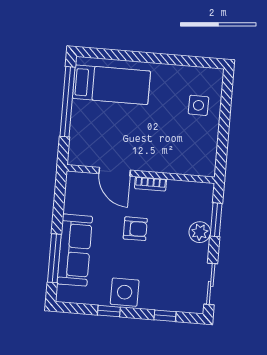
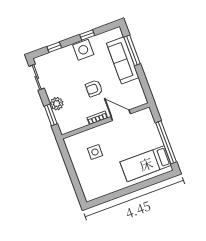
side table: (198, 105) -> (95, 152), moved

